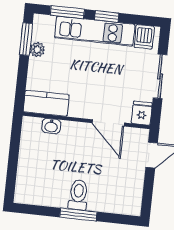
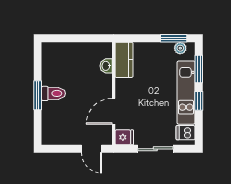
plant: (37, 50) -> (180, 48), moved

